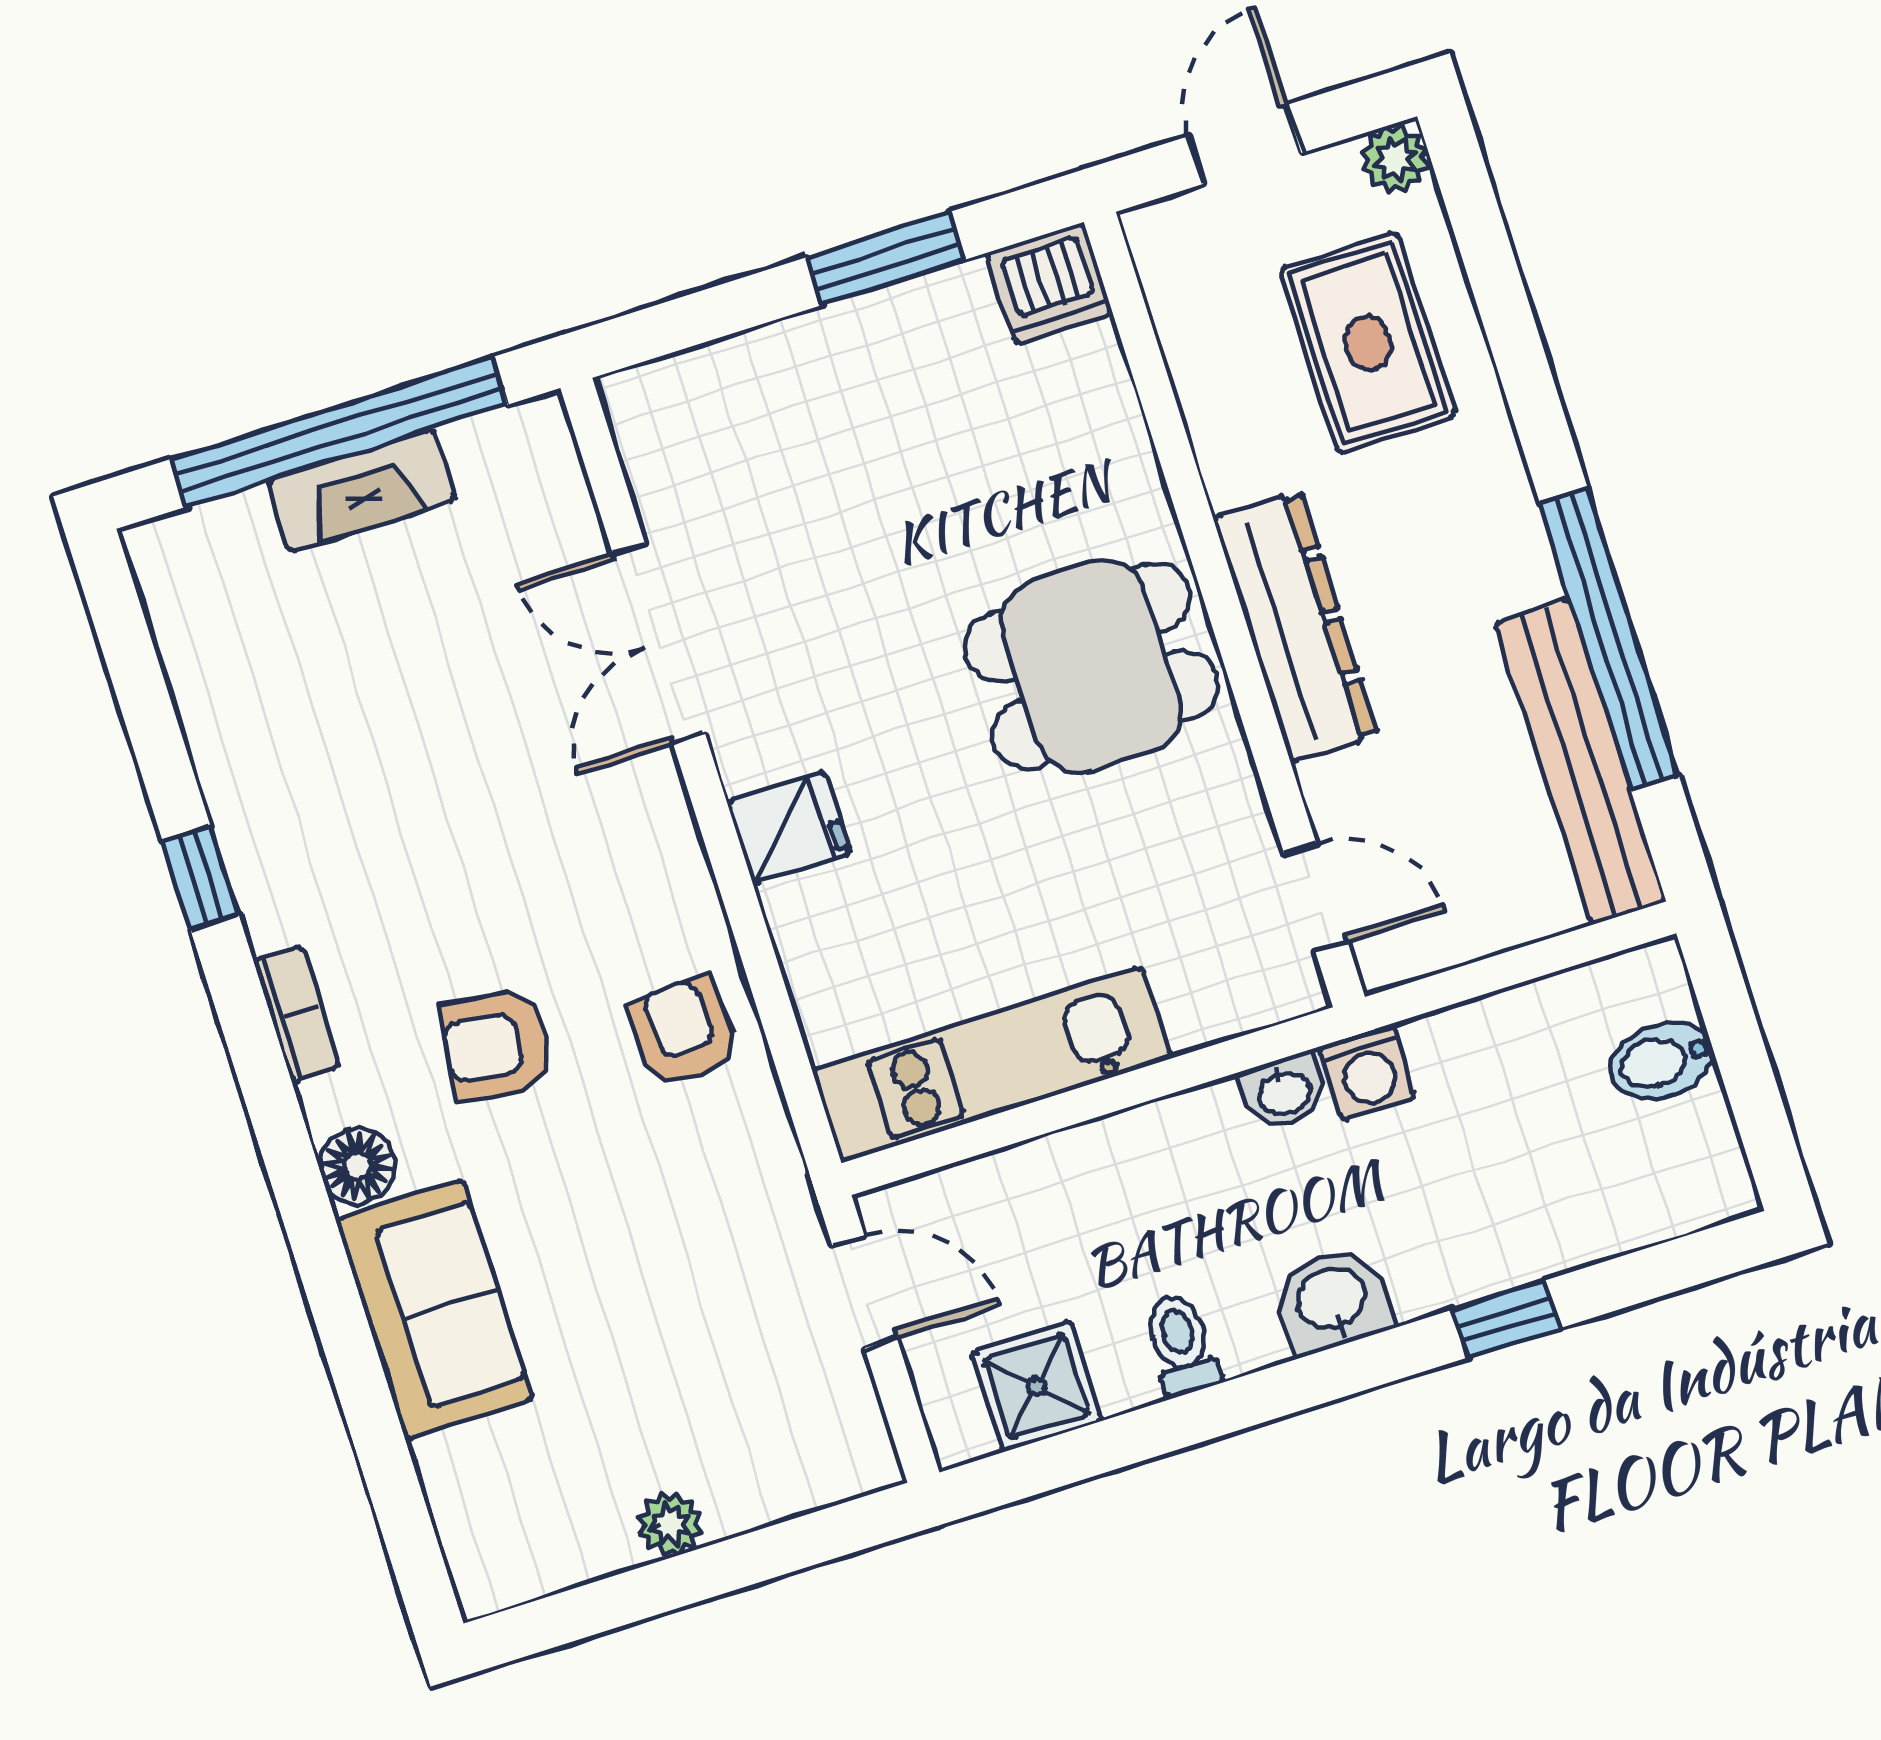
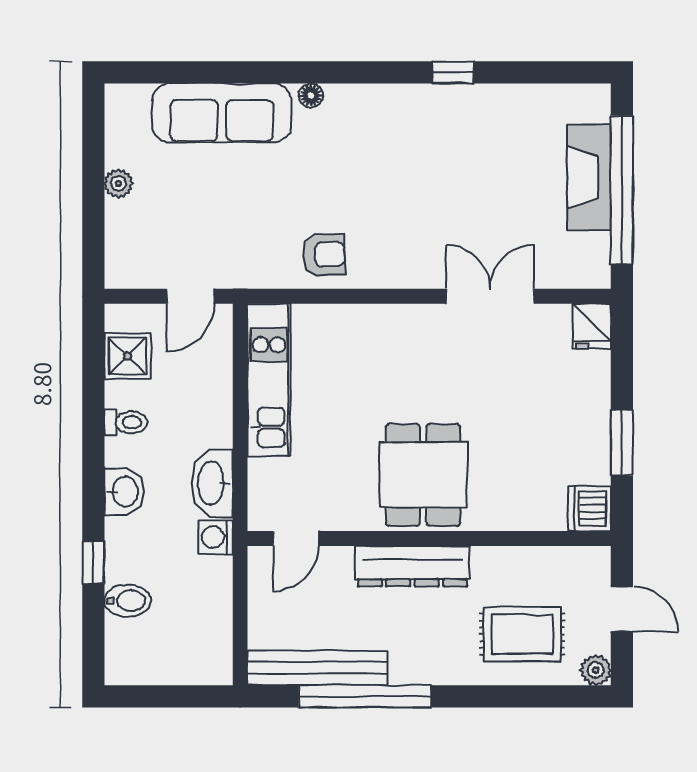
fireplace: (361, 490) -> (589, 177), width x1.37, depth x1.32
fridge: (789, 828) -> (592, 326), moved
bookcase: (297, 1014) -> (383, 95), removed
armchair: (497, 1046) -> (343, 175), removed
bidet: (1661, 1061) -> (128, 601), moved, turned 90
washbasin: (1284, 1092) -> (212, 483), width x1.91, depth x1.45
floor lamp: (358, 1166) -> (311, 96), width x0.73, depth x0.73
sofa: (434, 1310) -> (222, 113), width x1.36

